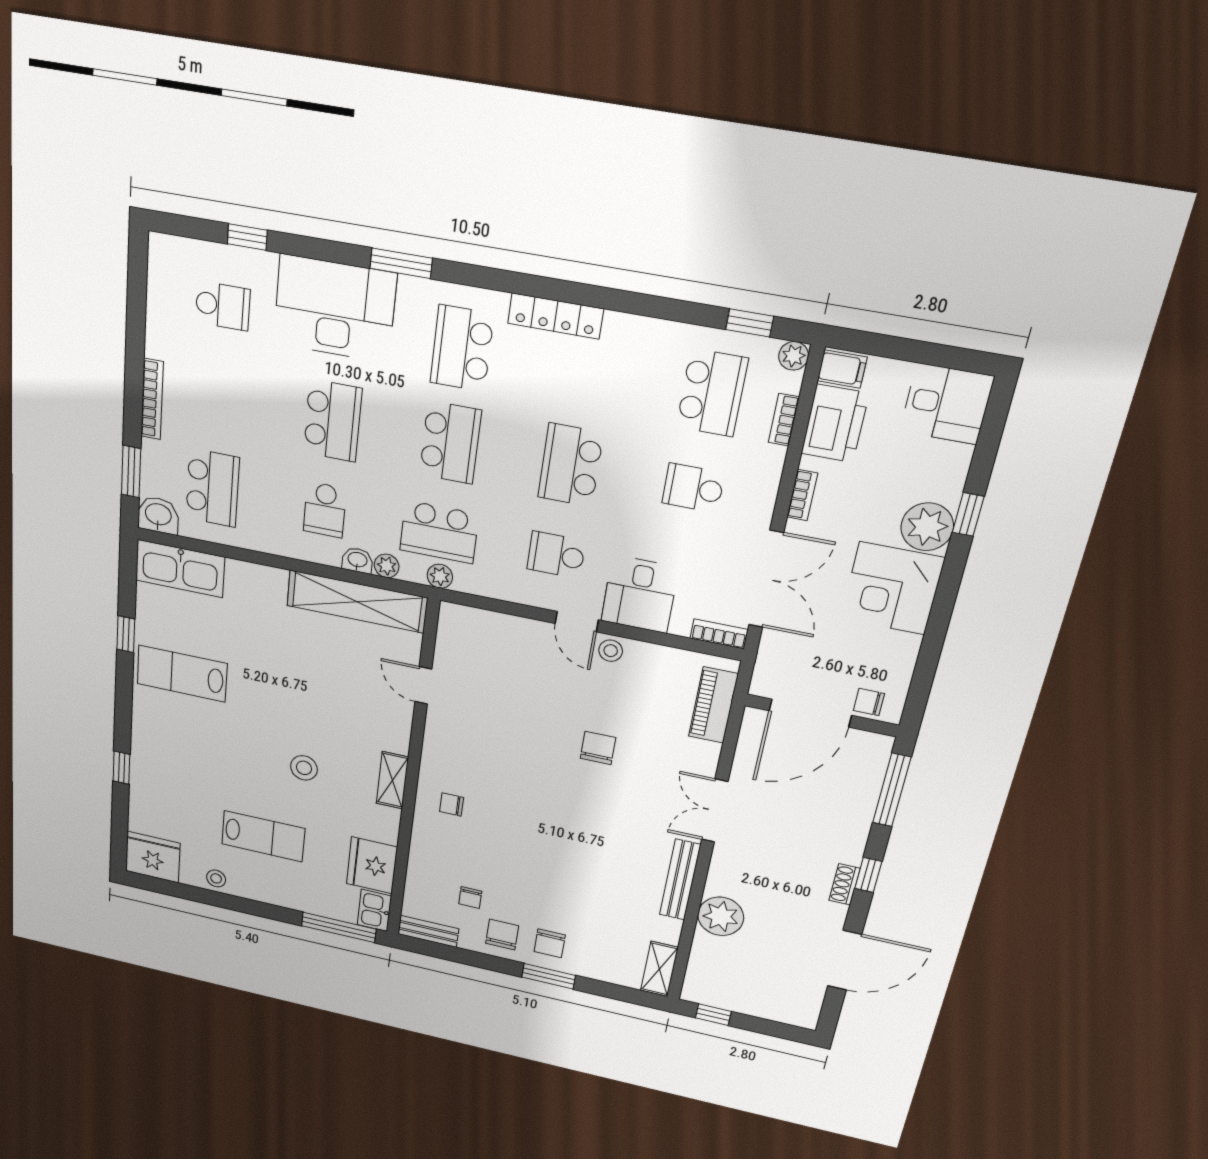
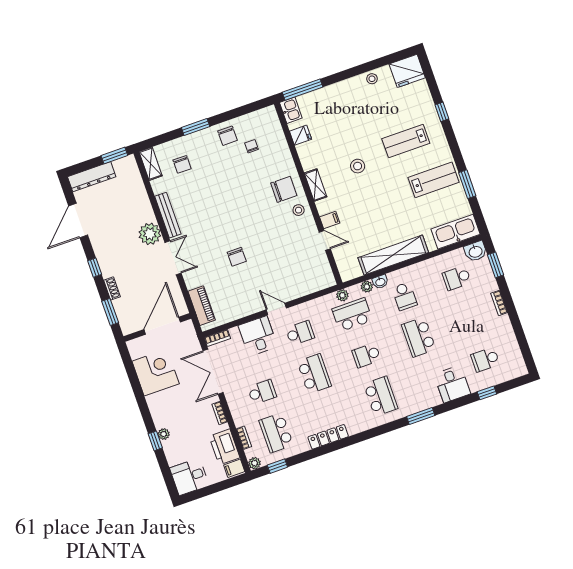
desk: (335, 309) -> (452, 384), width x0.53, depth x0.77
locker: (556, 316) -> (328, 437), moved
bookcase: (152, 399) -> (499, 303), width x0.64
school desk: (450, 443) -> (366, 355), width x0.54
school desk: (213, 488) -> (457, 278), width x0.54
school desk: (325, 510) -> (404, 296), turned 180
plant: (927, 527) -> (164, 434), width x0.53, depth x0.53
corner desk: (892, 588) -> (156, 372), moved
shelving: (357, 602) -> (393, 255), moved
window: (126, 634) -> (467, 184), width x1.50
stool: (611, 651) -> (299, 210), moved
chair: (869, 702) -> (143, 344), removed
filing cabinet: (397, 713) -> (330, 220), added
window: (892, 790) -> (110, 312), width x0.69
chair: (452, 805) -> (284, 189), width x1.87, depth x1.87
lab bench: (263, 836) -> (406, 141), moved
fridge: (372, 865) -> (301, 135), width x0.53, depth x0.75
shoe rack: (845, 884) -> (112, 288), moved
plant: (721, 916) -> (150, 234), moved
bench: (428, 931) -> (261, 115), removed
chair: (550, 943) -> (182, 164), moved, turned 180
dresser: (774, 1008) -> (92, 177), added
window: (713, 1015) -> (114, 155), width x1.50

